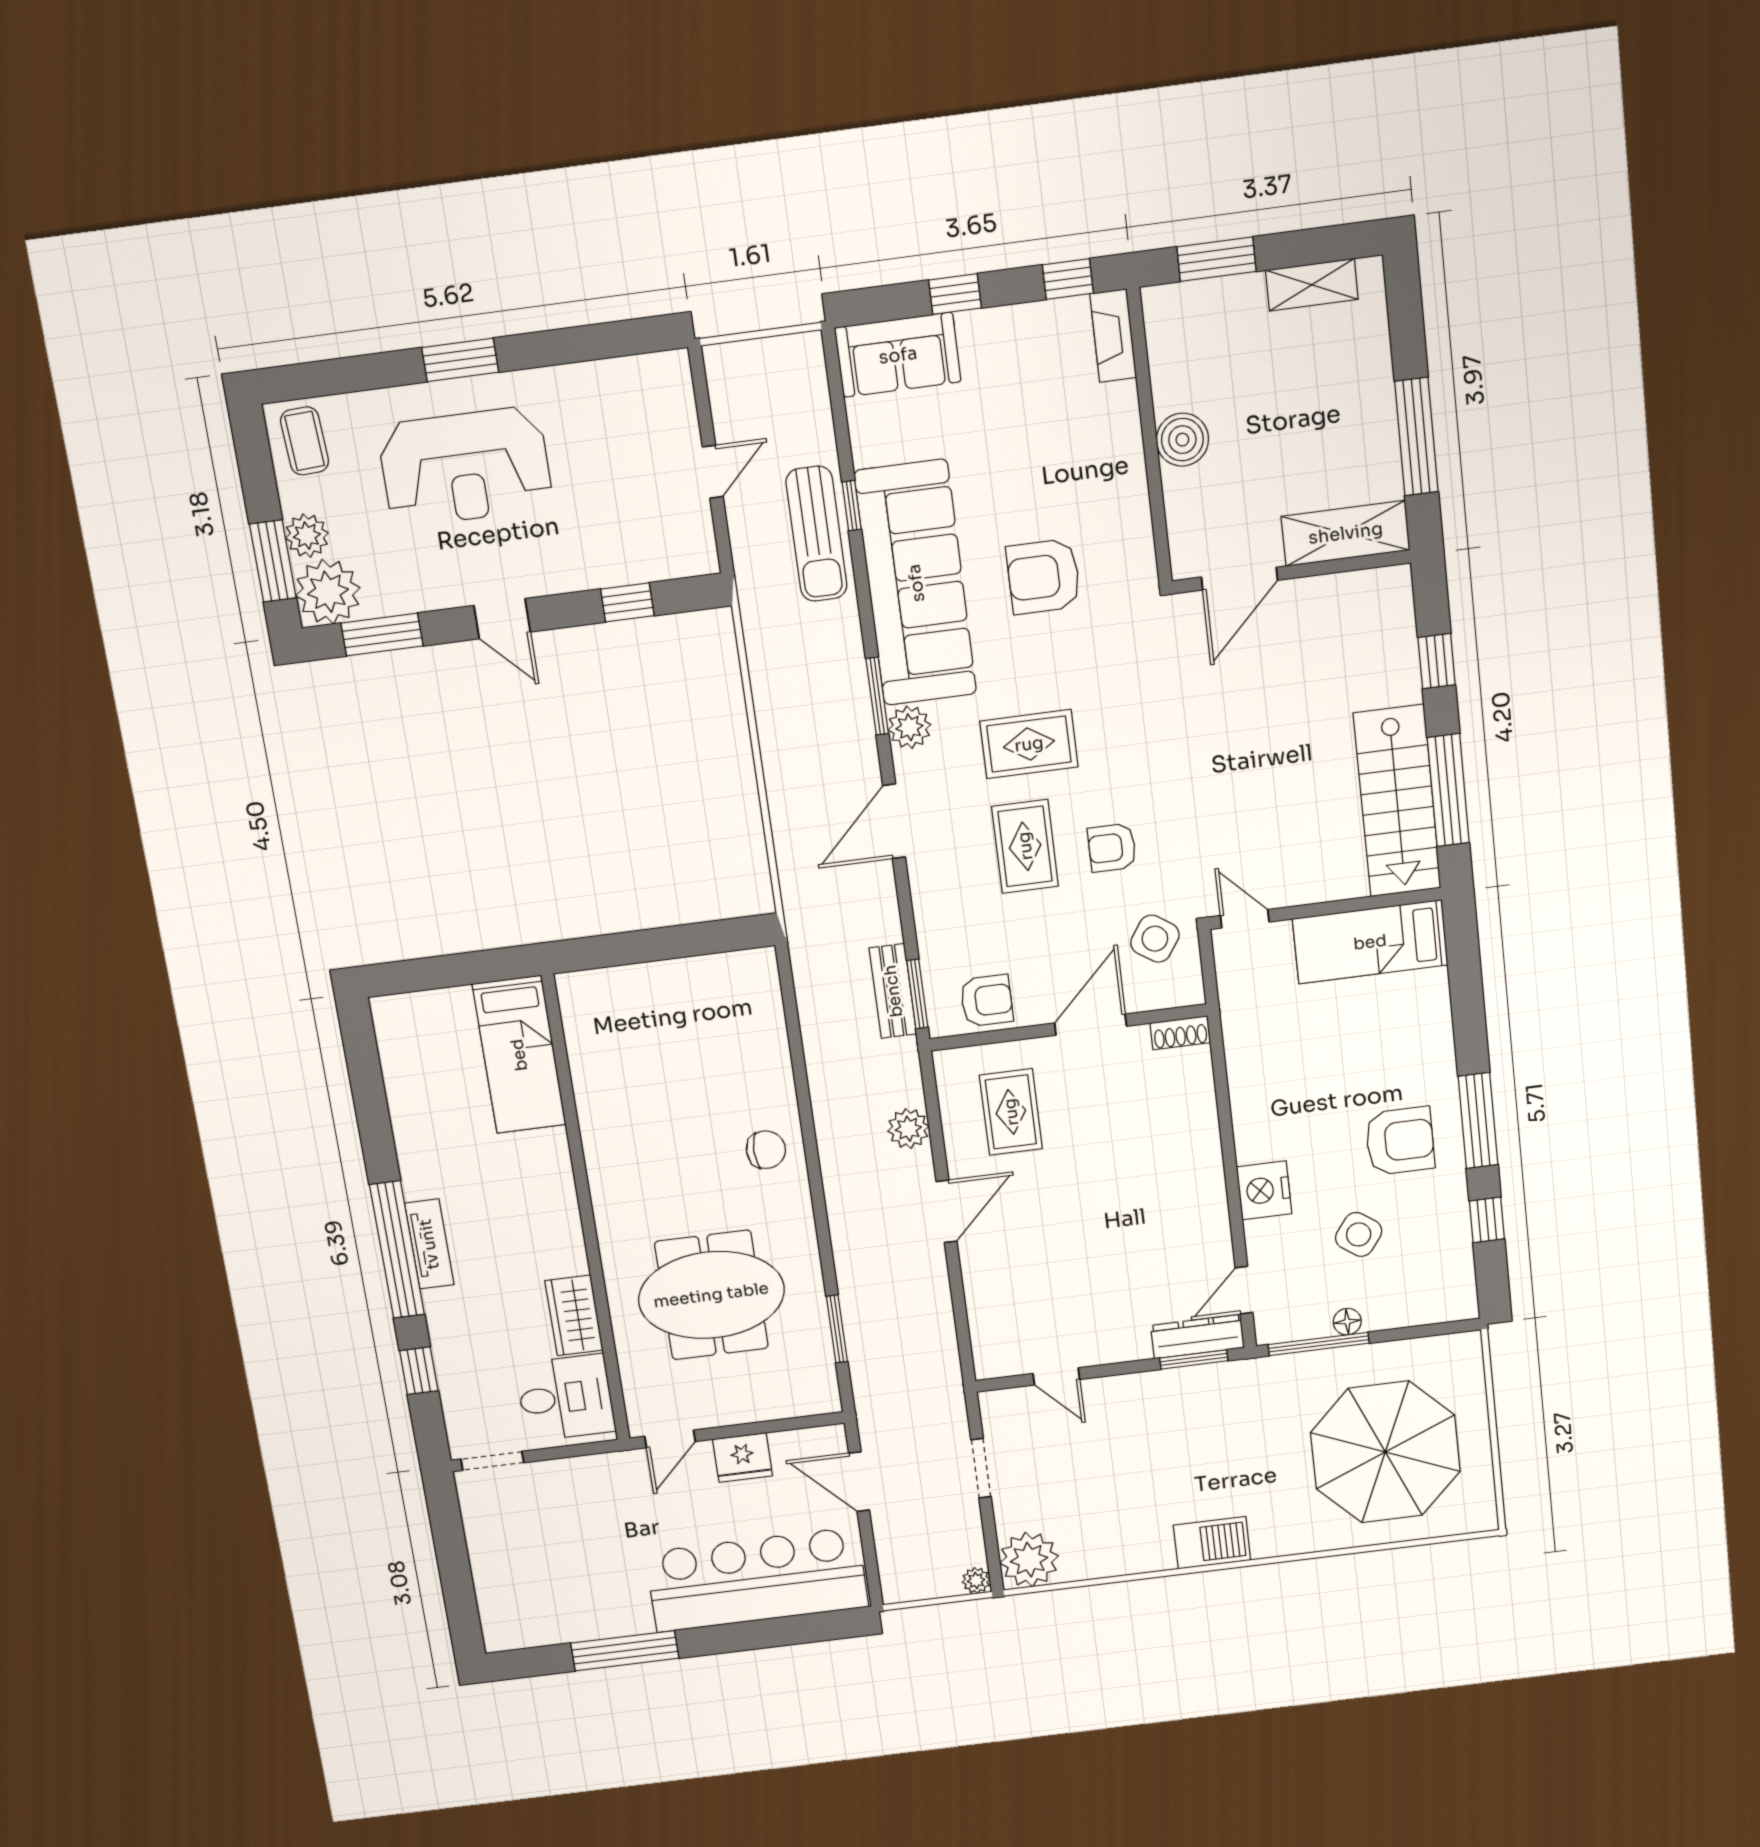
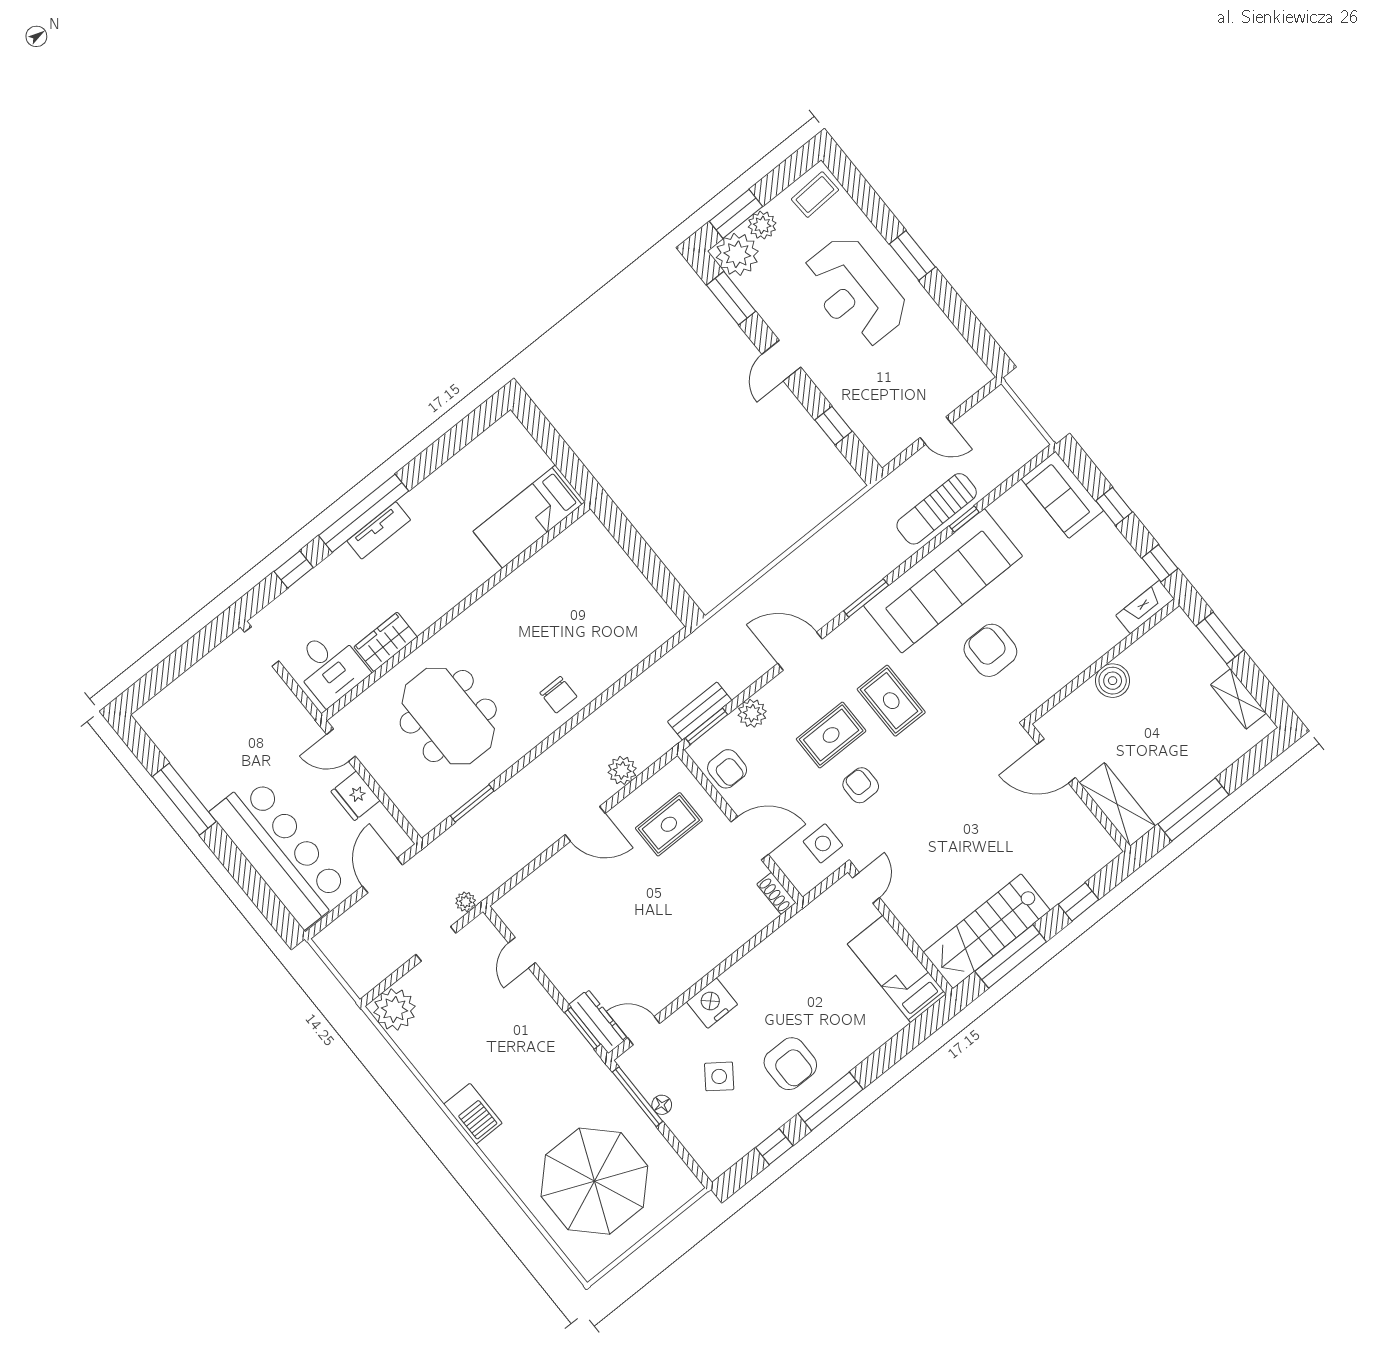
plant: (909, 727) -> (752, 713), moved
side table: (1155, 939) -> (823, 843), turned -34
plant: (976, 1580) -> (466, 902), moved

